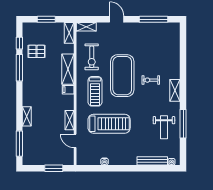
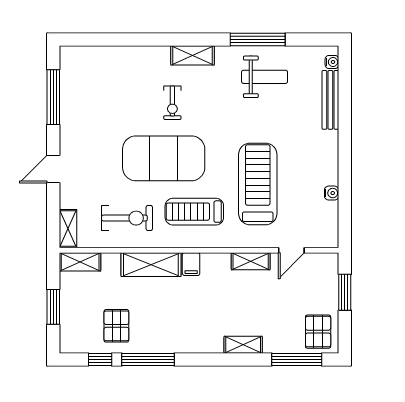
treadmill: (95, 91) -> (194, 212), turned 180
pallet: (34, 155) -> (318, 332), added

